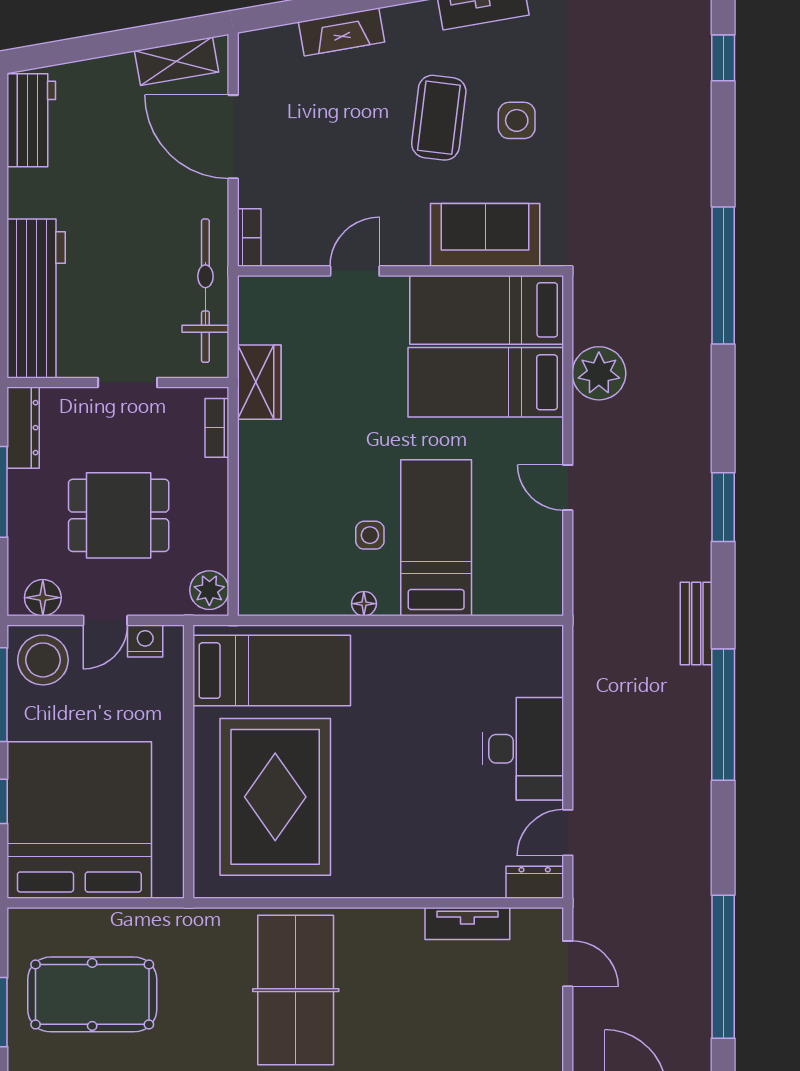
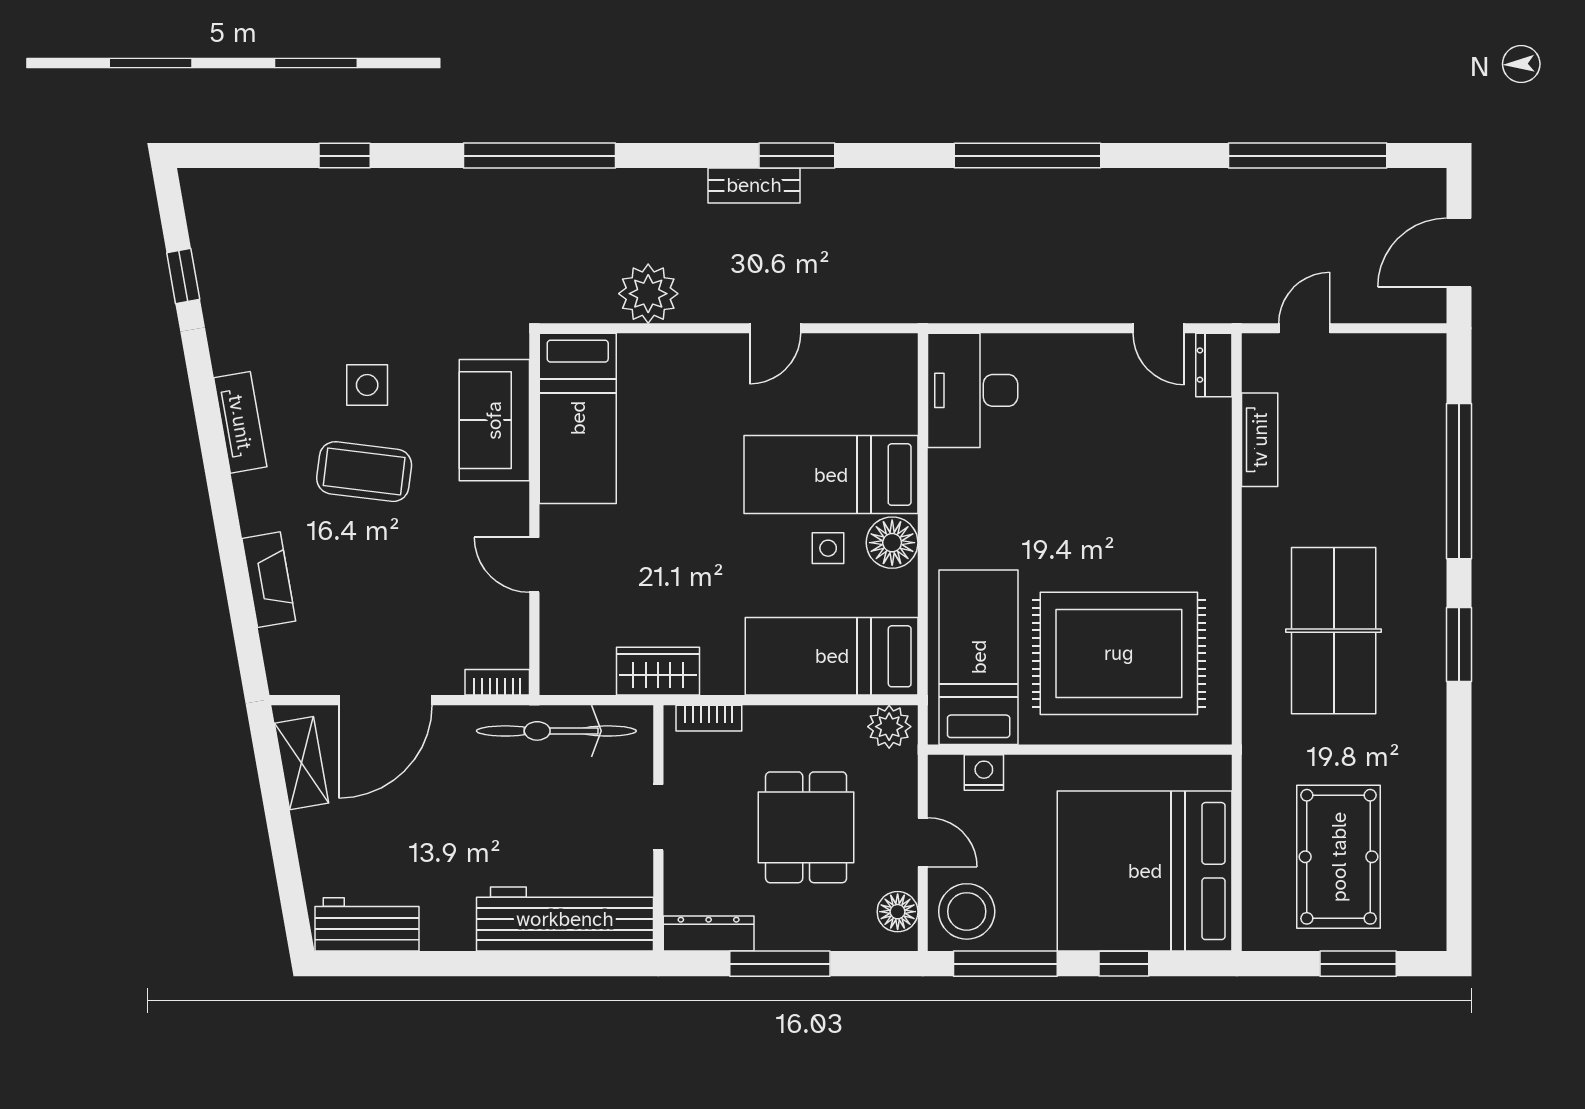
window: (723, 58) -> (345, 156), moved
bed: (486, 382) -> (832, 656), moved, turned 90
floor lamp: (364, 604) -> (892, 543), width x1.89, depth x1.89
bench: (696, 623) -> (754, 185), moved
nightstand: (145, 641) -> (984, 773), moved, turned 90
desk: (523, 749) -> (973, 390), moved, turned -90
table tennis table: (296, 990) -> (1334, 631), turned 90

